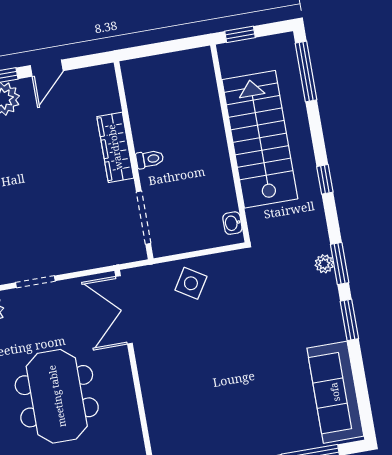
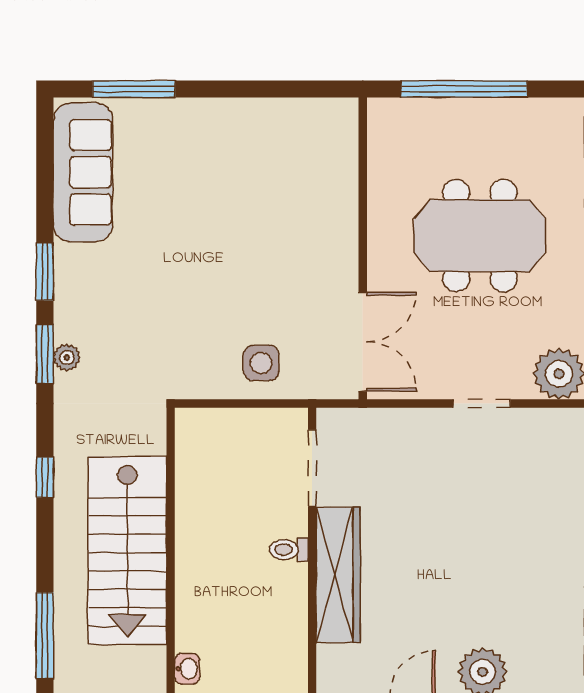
wardrobe: (115, 147) -> (338, 575), width x1.40, depth x1.17
washbasin: (232, 223) -> (187, 669), moved
side table: (191, 283) -> (261, 363), turned -32
meeting table: (57, 396) -> (480, 236), turned 90

